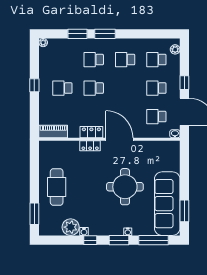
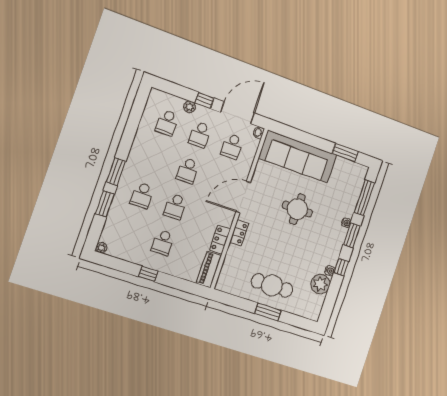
plant: (175, 49) -> (189, 107), moved
school desk: (125, 60) -> (188, 171), moved
locker: (91, 132) -> (220, 240), moved
round table: (125, 187) -> (297, 209), width x0.73, depth x0.73
sofa: (167, 204) -> (298, 157), moved
window: (34, 214) -> (268, 312), moved

